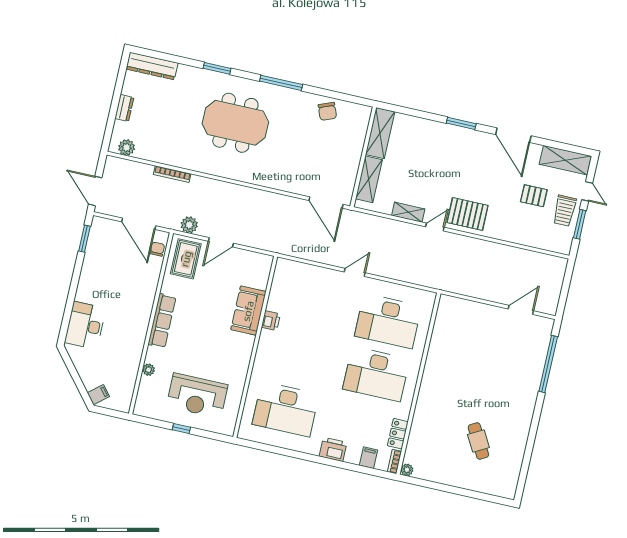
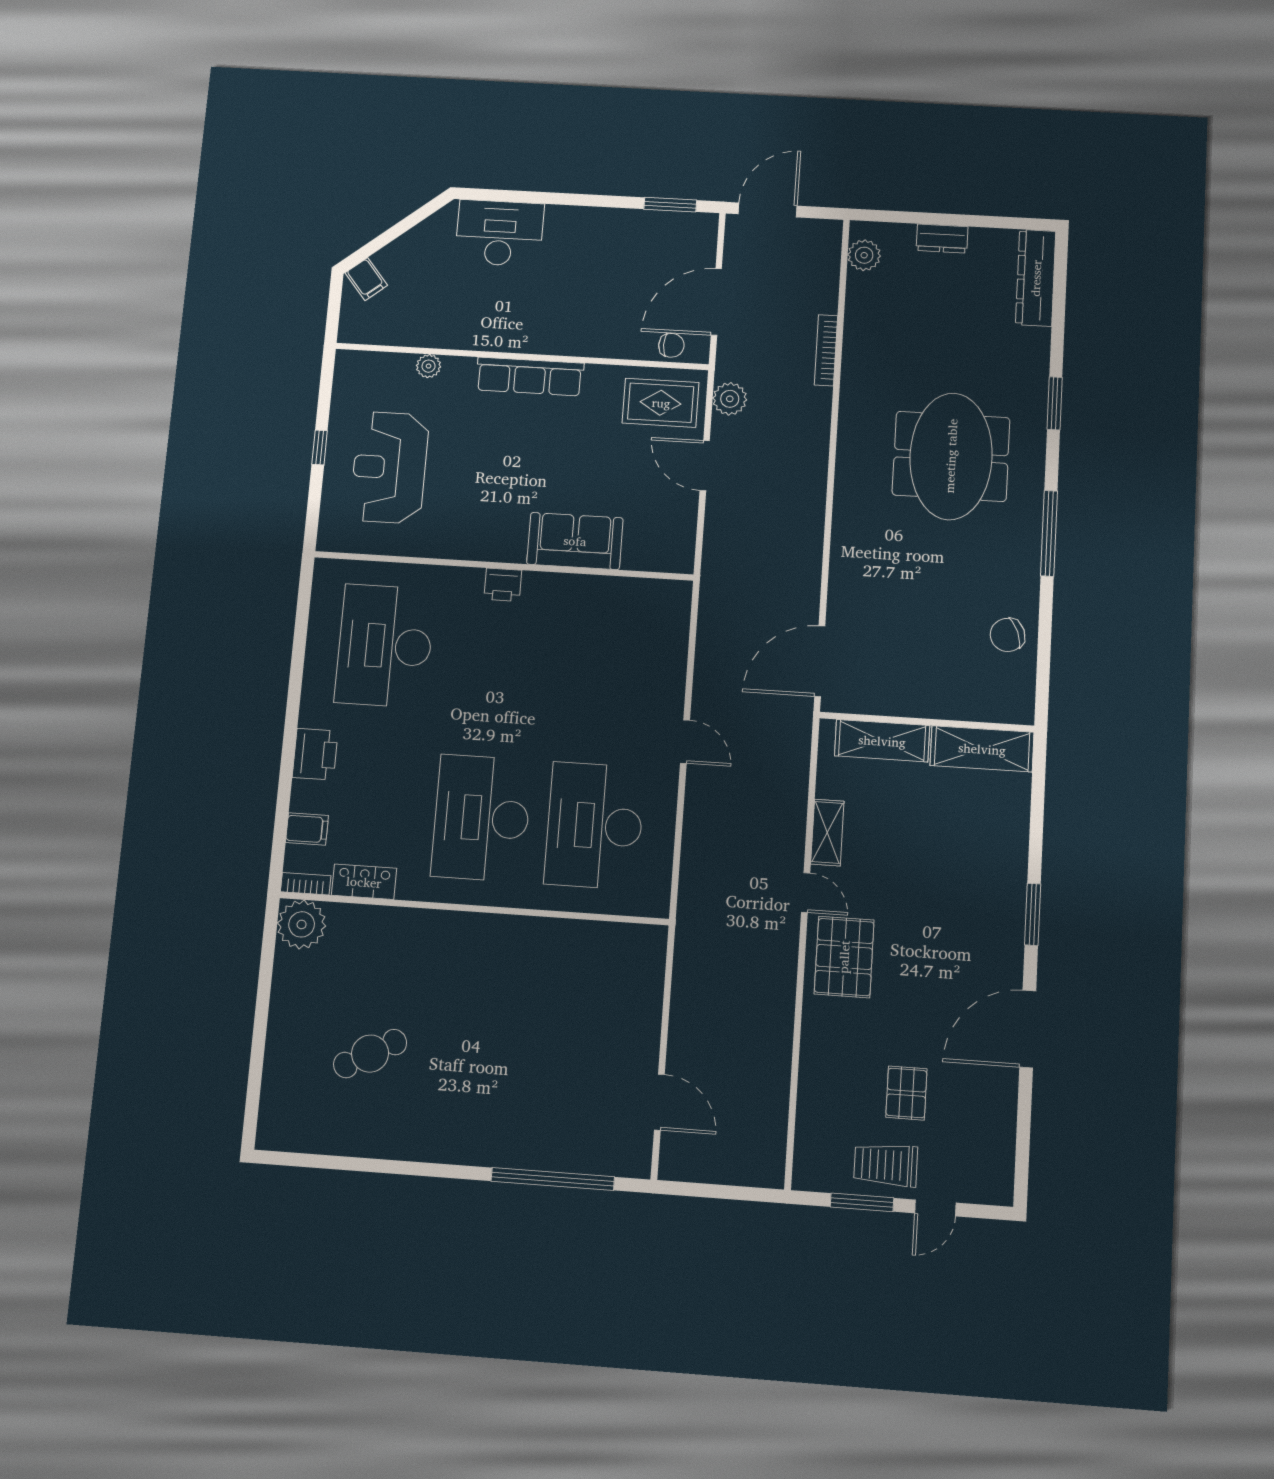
shelving: (565, 160) -> (994, 1150), removed
printer: (271, 321) -> (503, 585), moved
plant: (407, 470) -> (302, 924), width x1.88, depth x1.88

